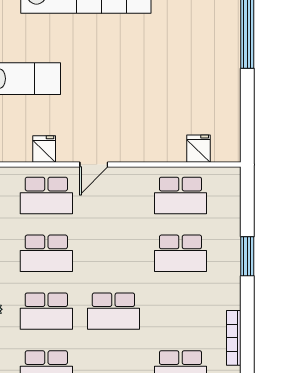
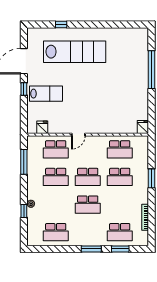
fridge: (44, 149) -> (42, 127), moved
fridge: (199, 149) -> (143, 127), moved
school desk: (46, 311) -> (88, 177), moved

